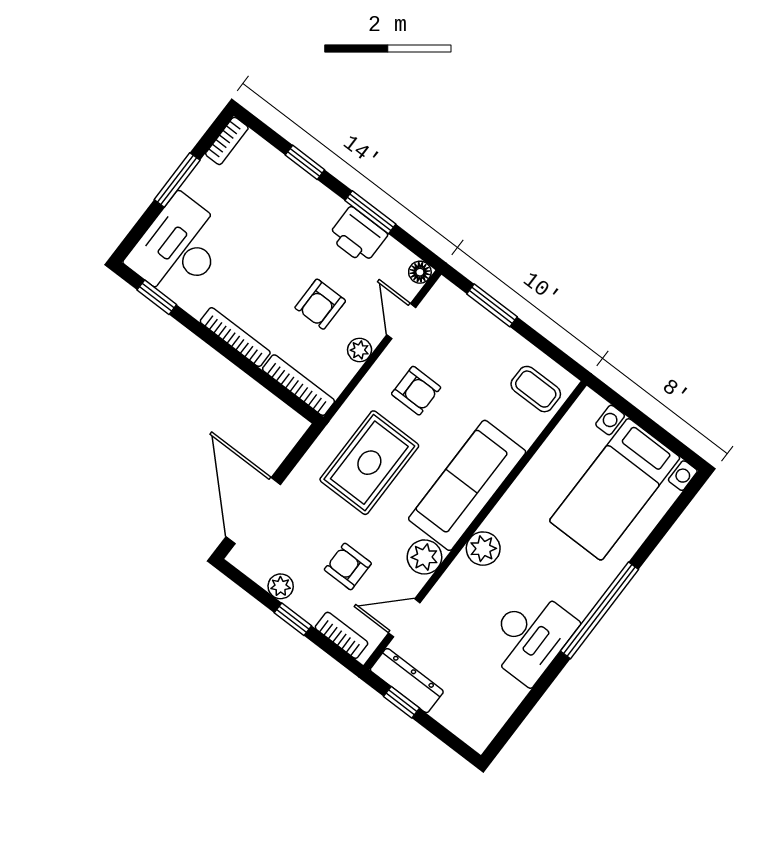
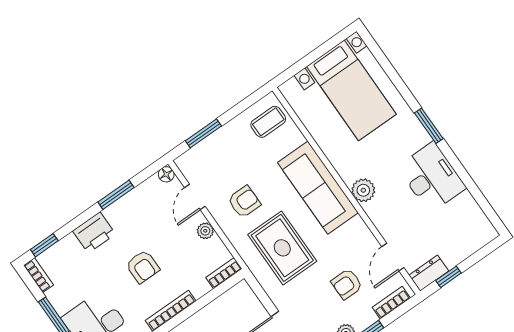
window: (305, 162) -> (44, 245), moved
printer: (358, 236) -> (94, 232), moved
armchair: (320, 304) -> (143, 267), moved
door: (401, 321) -> (195, 197), hinge flipped
bookcase: (299, 385) -> (224, 273), width x0.64
plant: (424, 557) -> (357, 231), removed
window: (600, 610) -> (429, 126), width x0.47
dresser: (407, 681) -> (429, 273), width x0.70

